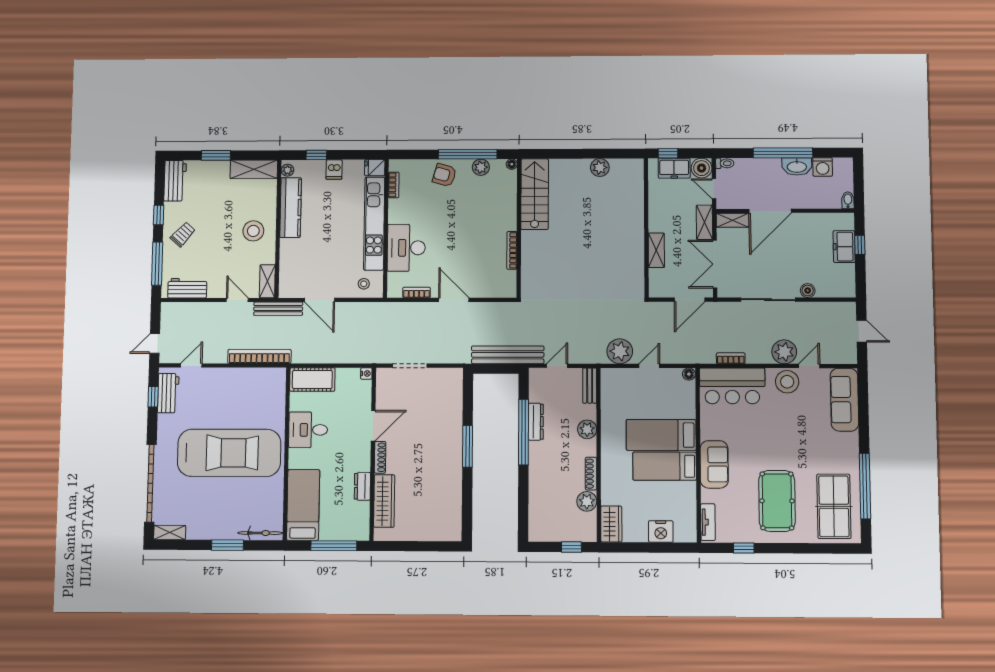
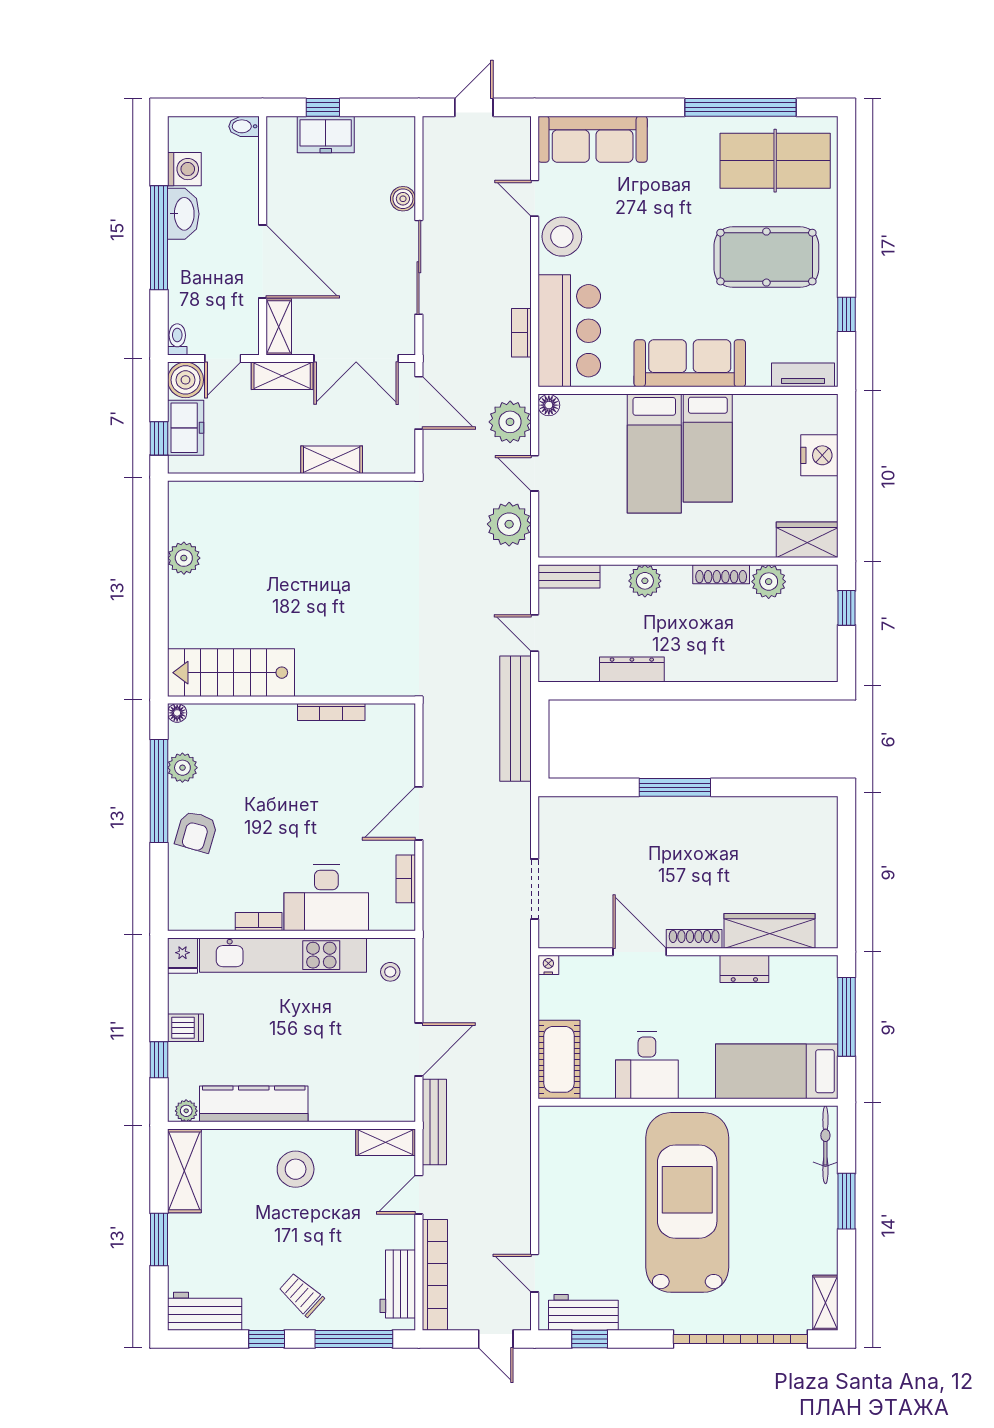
bookcase: (394, 185) -> (259, 922), moved
plant: (784, 352) -> (510, 422), moved
bookcase: (259, 356) -> (435, 1275), moved, turned 180
window: (523, 432) -> (650, 691), removed
sofa: (714, 464) -> (690, 363), width x1.36

